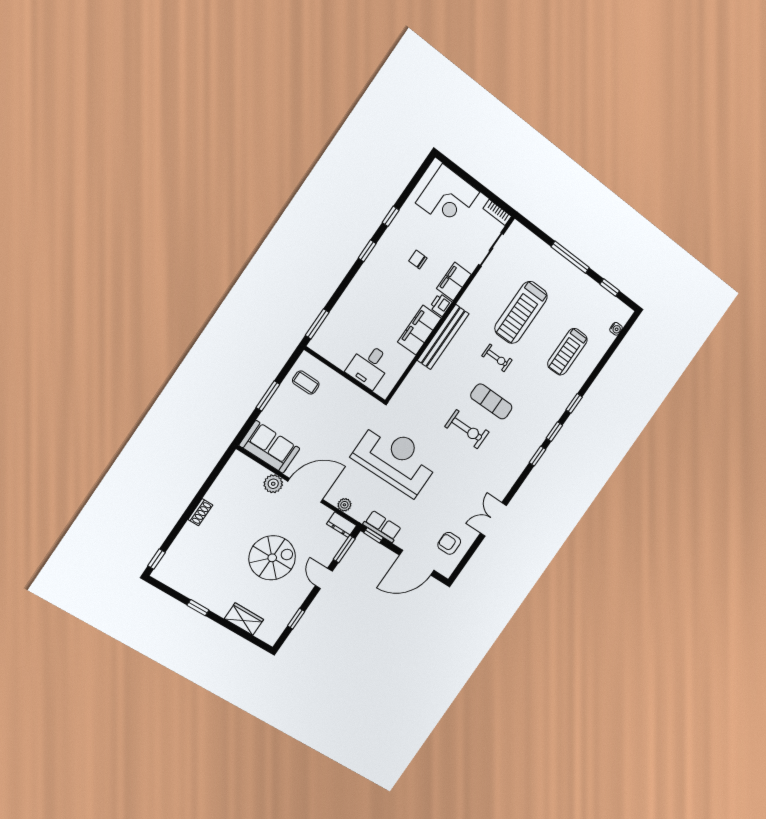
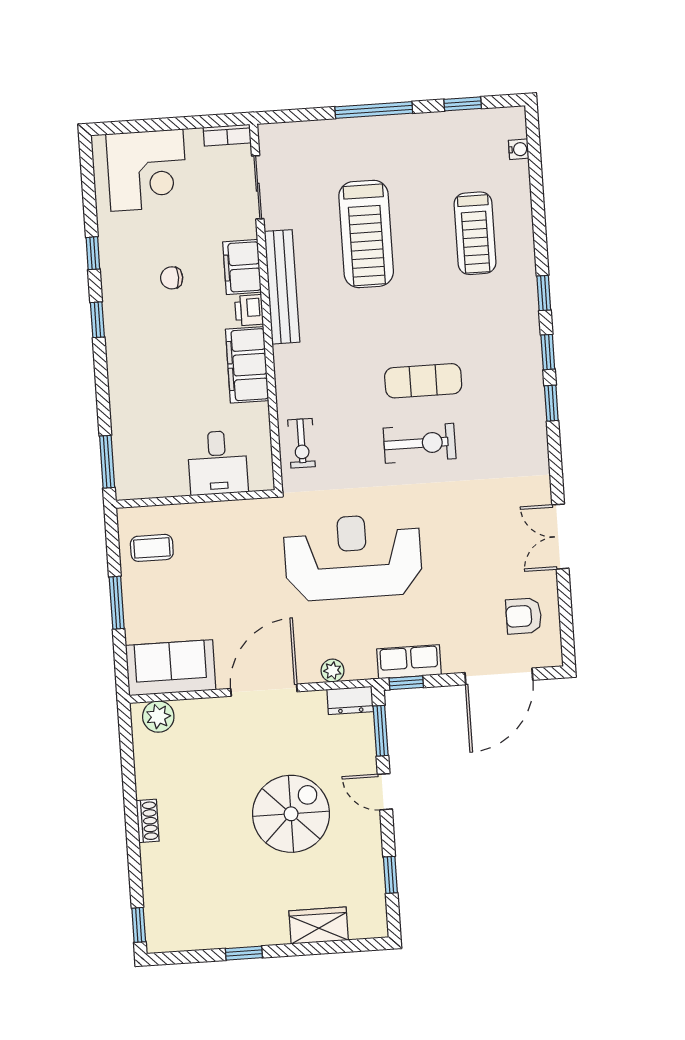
bench: (443, 337) -> (282, 287), moved
exercise bike: (497, 358) -> (302, 443), moved, turned 90
plant: (273, 484) -> (158, 717), moved

